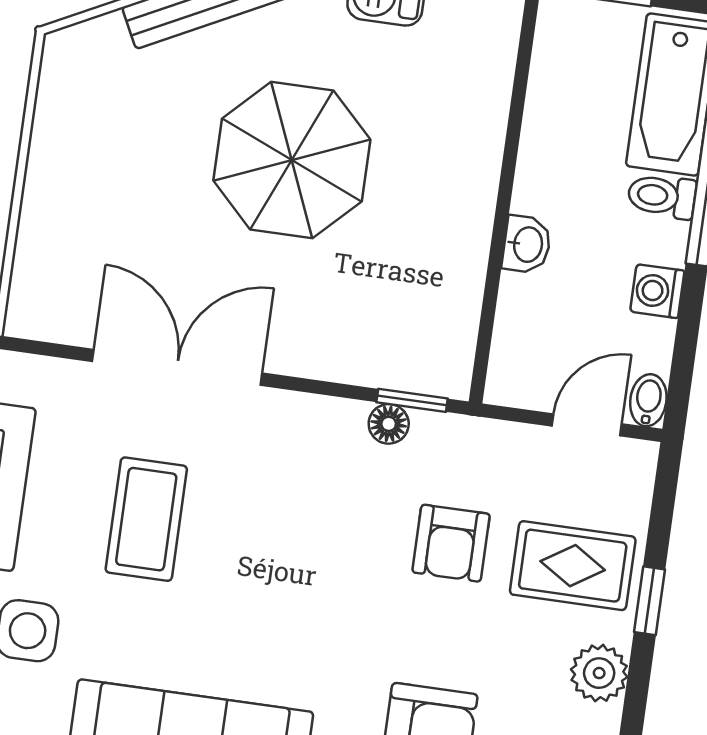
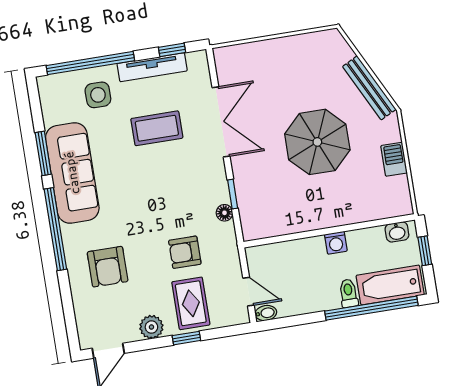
washbasin: (527, 244) -> (397, 232), moved
washing machine: (657, 291) -> (336, 243), moved, turned 180
window: (412, 400) -> (233, 194), moved

